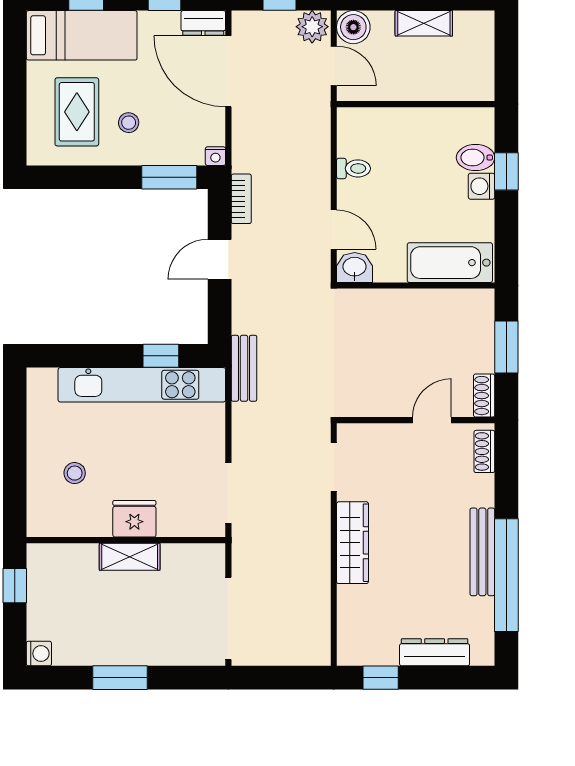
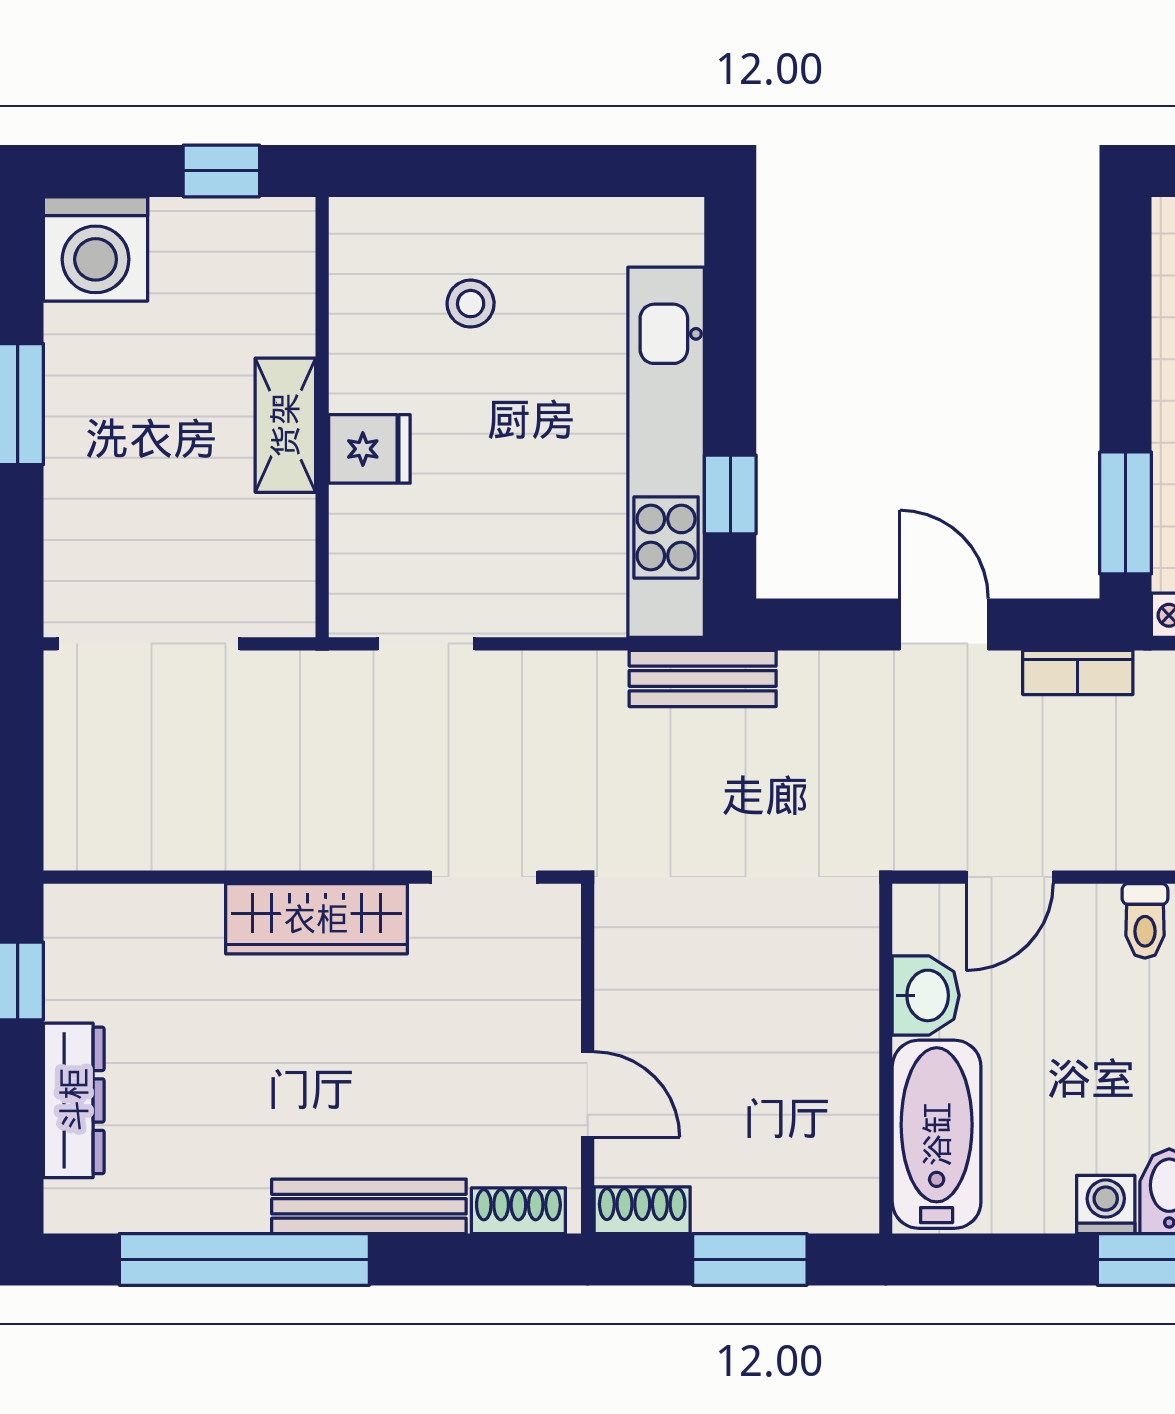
washbasin: (355, 268) -> (926, 995), moved
doorway: (228, 493) -> (426, 644), width x0.73
fridge: (134, 519) -> (369, 449), width x0.72
bench: (482, 552) -> (369, 1206), moved
washing machine: (39, 654) -> (96, 249), width x1.89, depth x1.89

